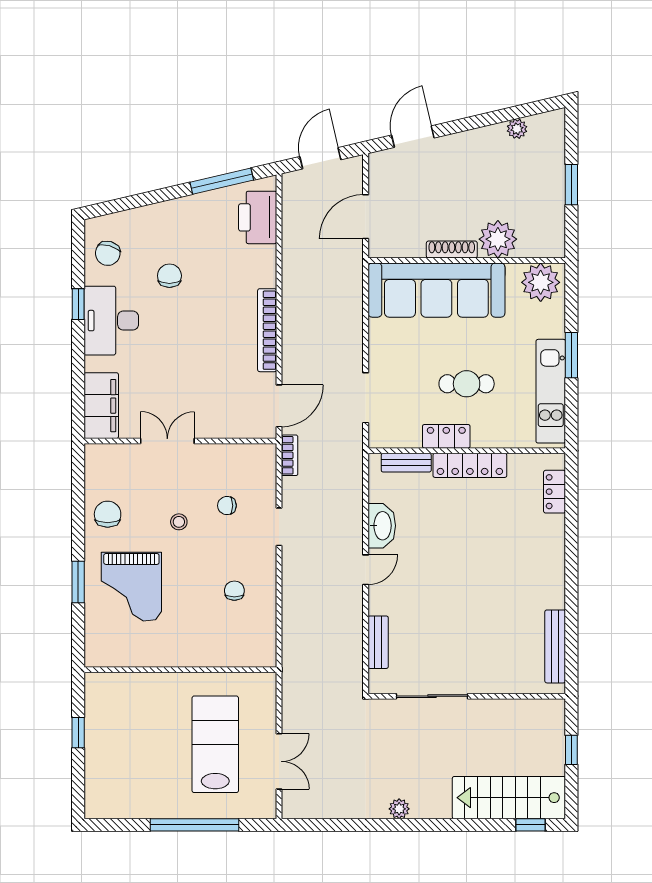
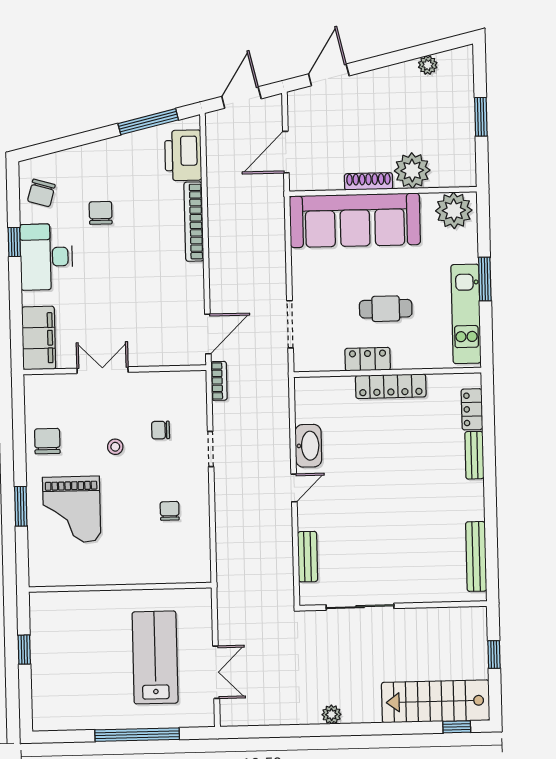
bookcase: (267, 330) -> (194, 222), moved
bench: (406, 463) -> (474, 455), moved, turned 90

